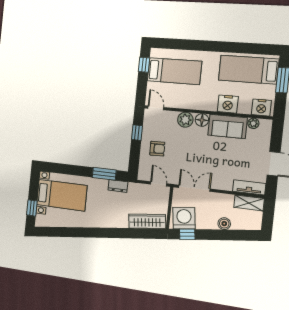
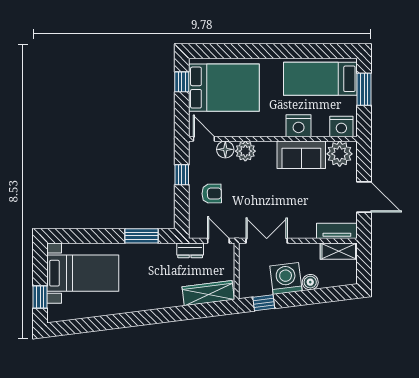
bed: (174, 71) -> (224, 88), width x1.50
floor lamp: (202, 120) -> (225, 149), moved
plant: (253, 123) -> (340, 154), width x1.88, depth x1.88
dresser: (118, 186) -> (190, 250), moved
washing machine: (184, 218) -> (286, 278), moved

